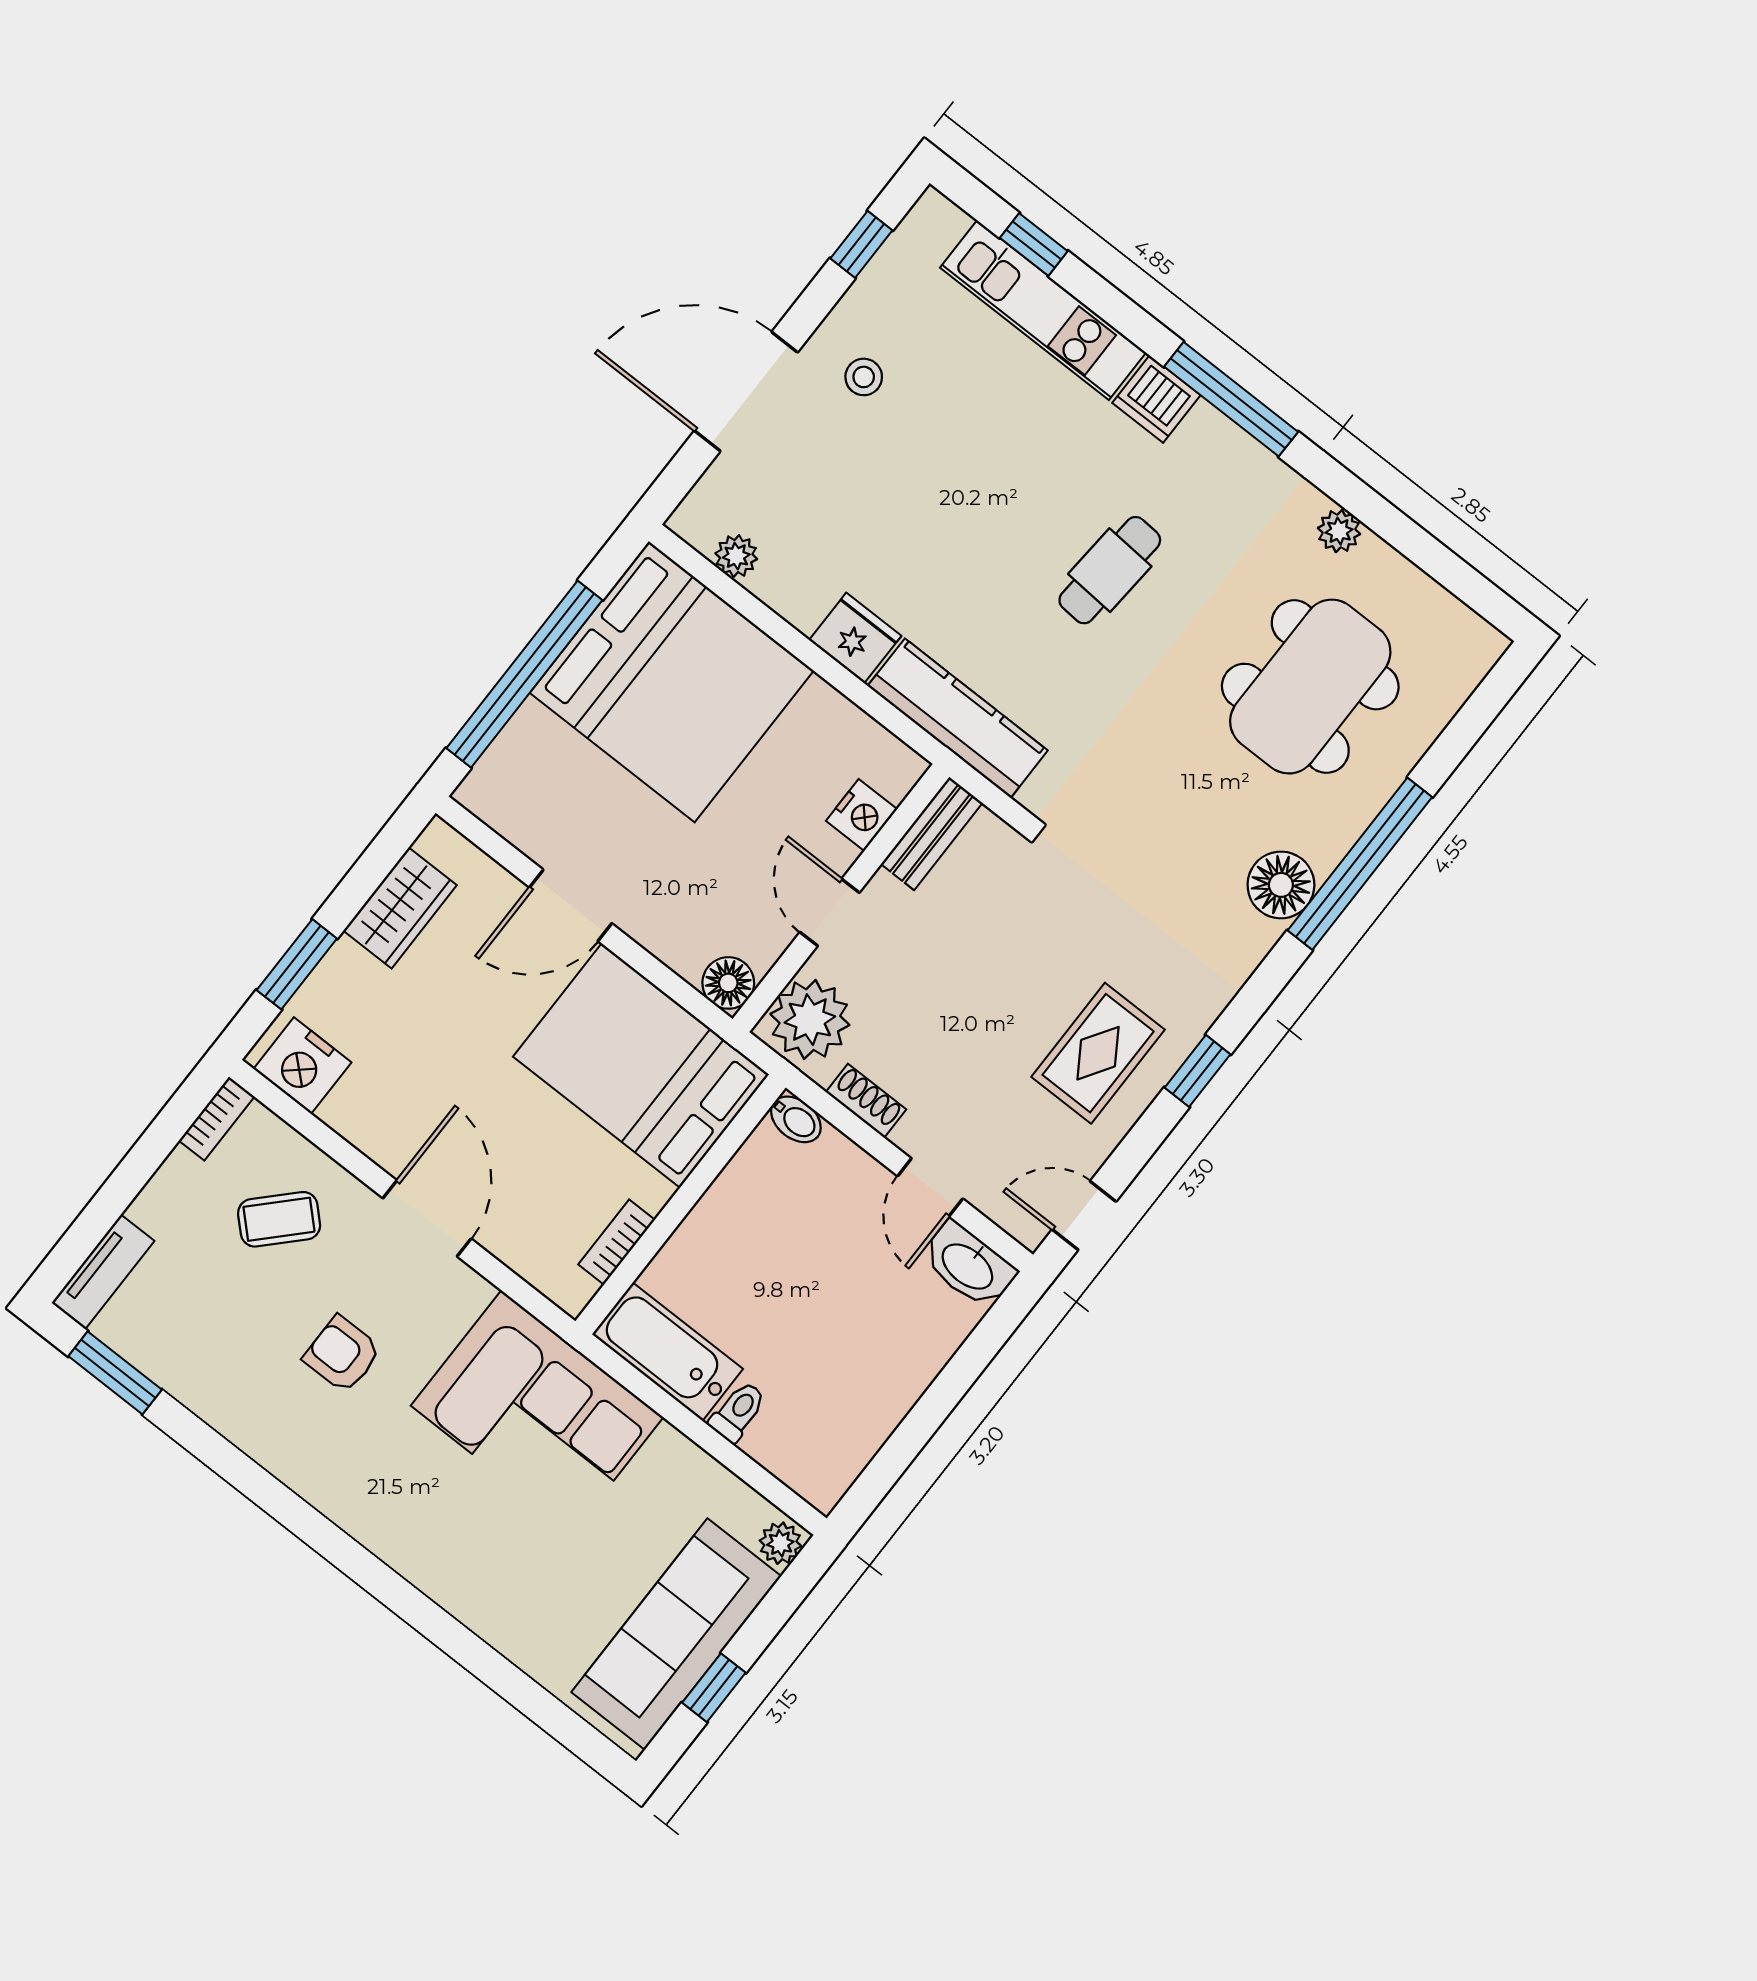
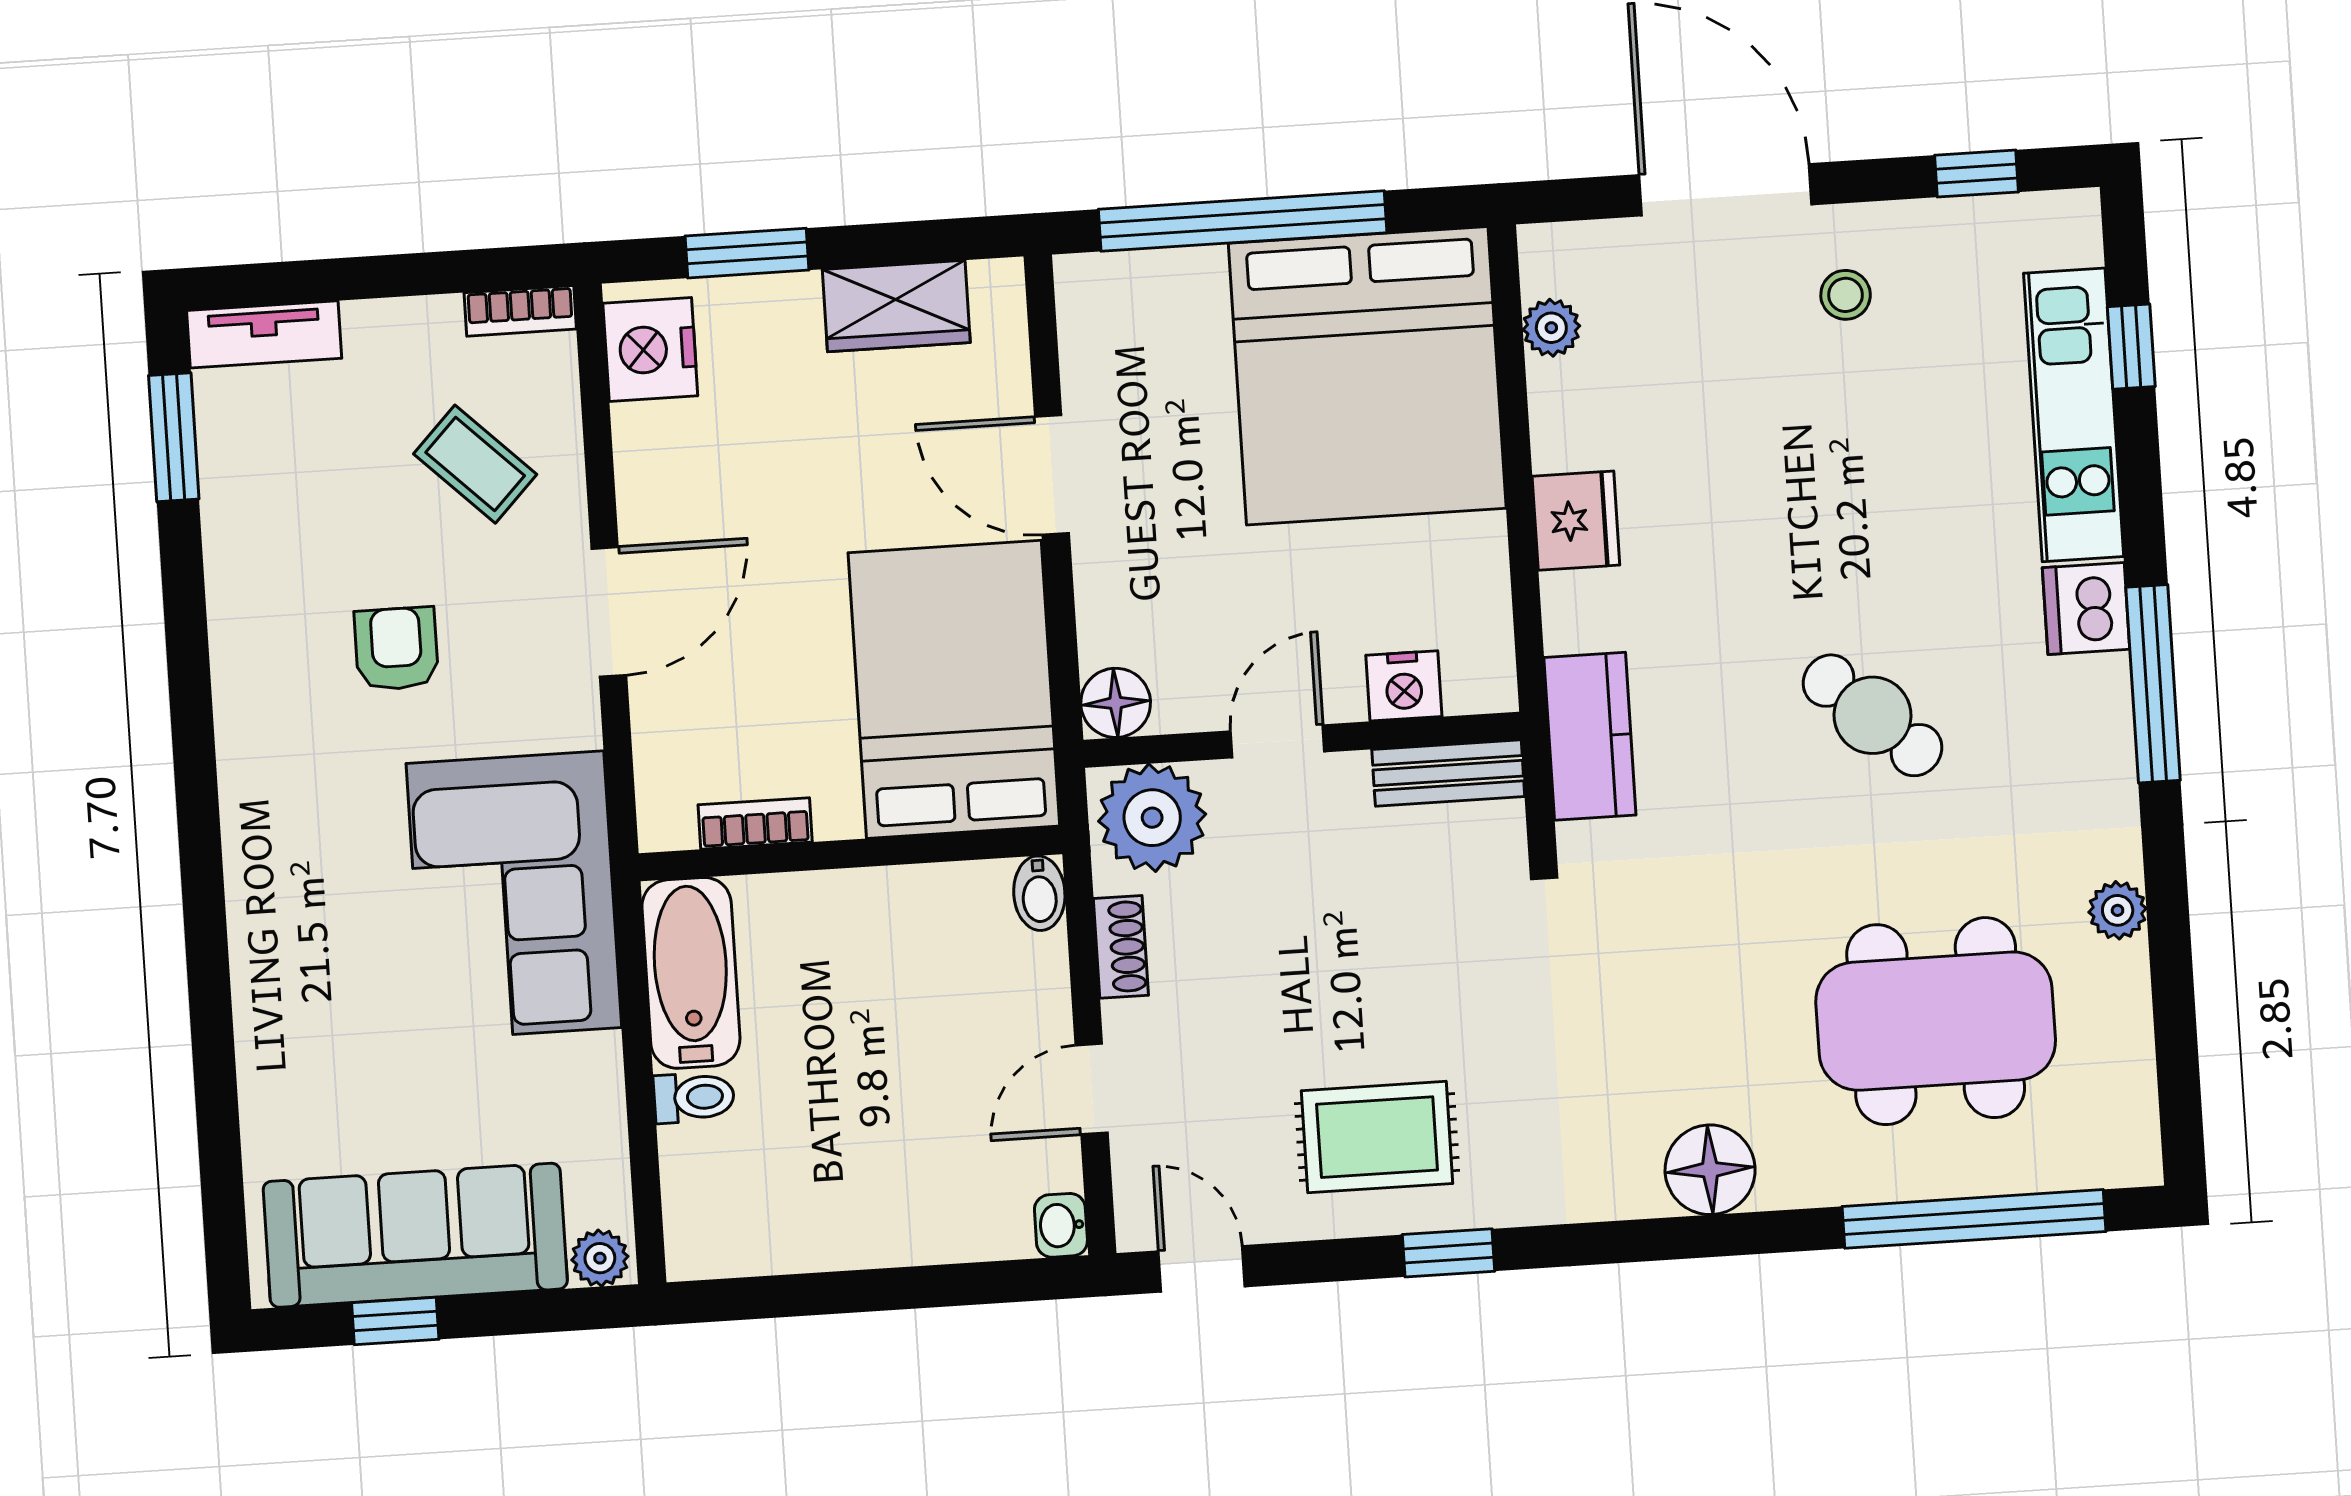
cafe table: (1110, 570) -> (1873, 715), turned 38
kitchen counter: (958, 718) -> (1590, 736), width x0.67
window: (1360, 864) -> (1974, 1219), moved
washbasin: (968, 1265) -> (1061, 1225), width x0.52, depth x0.69

